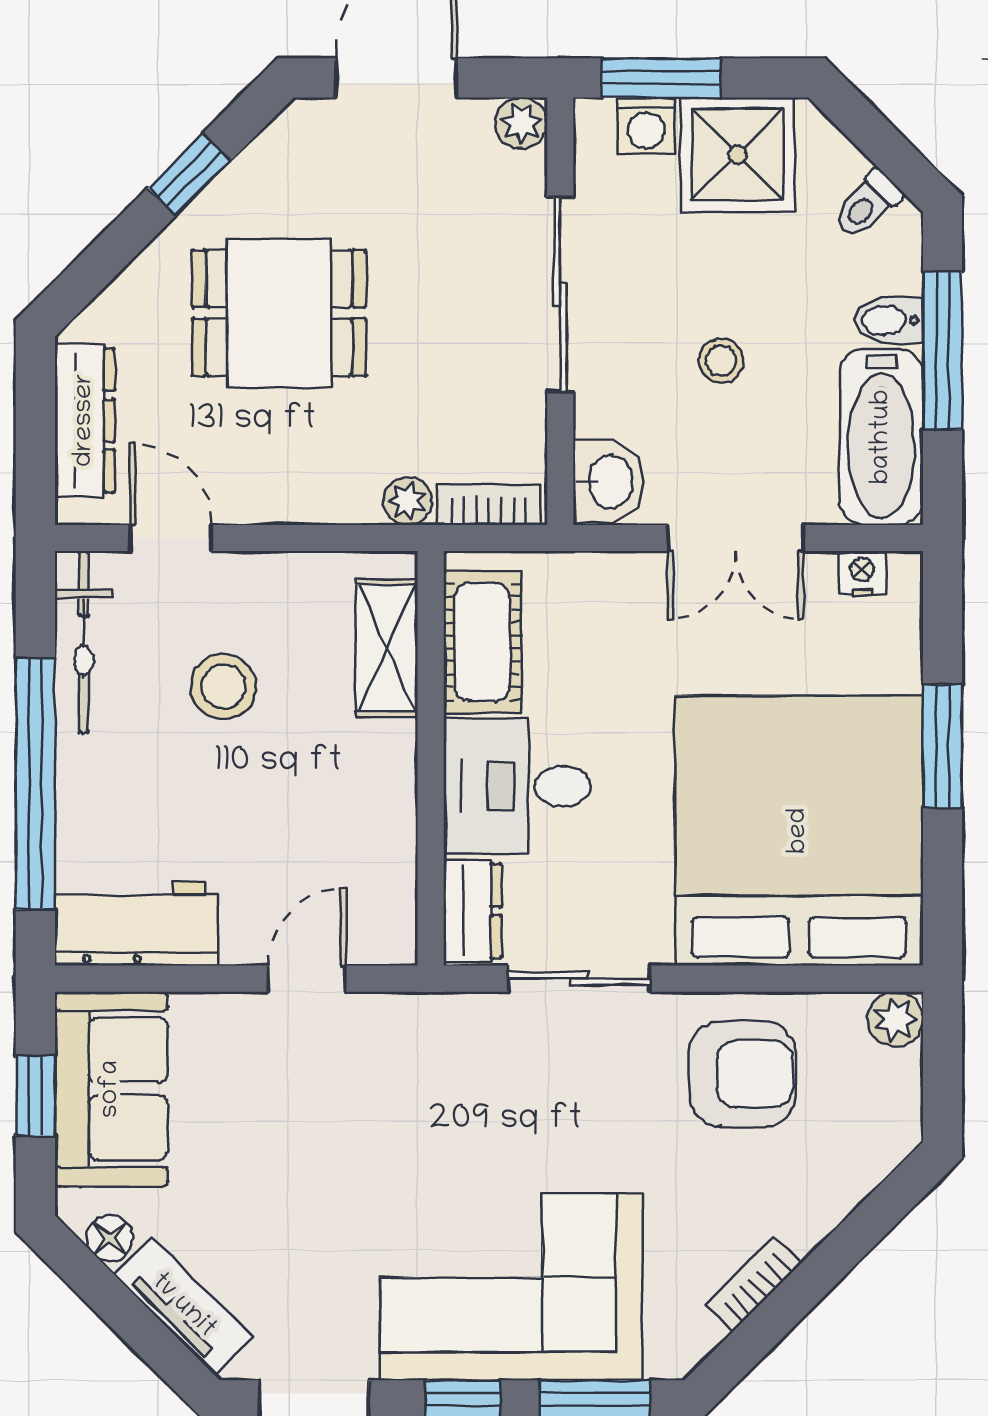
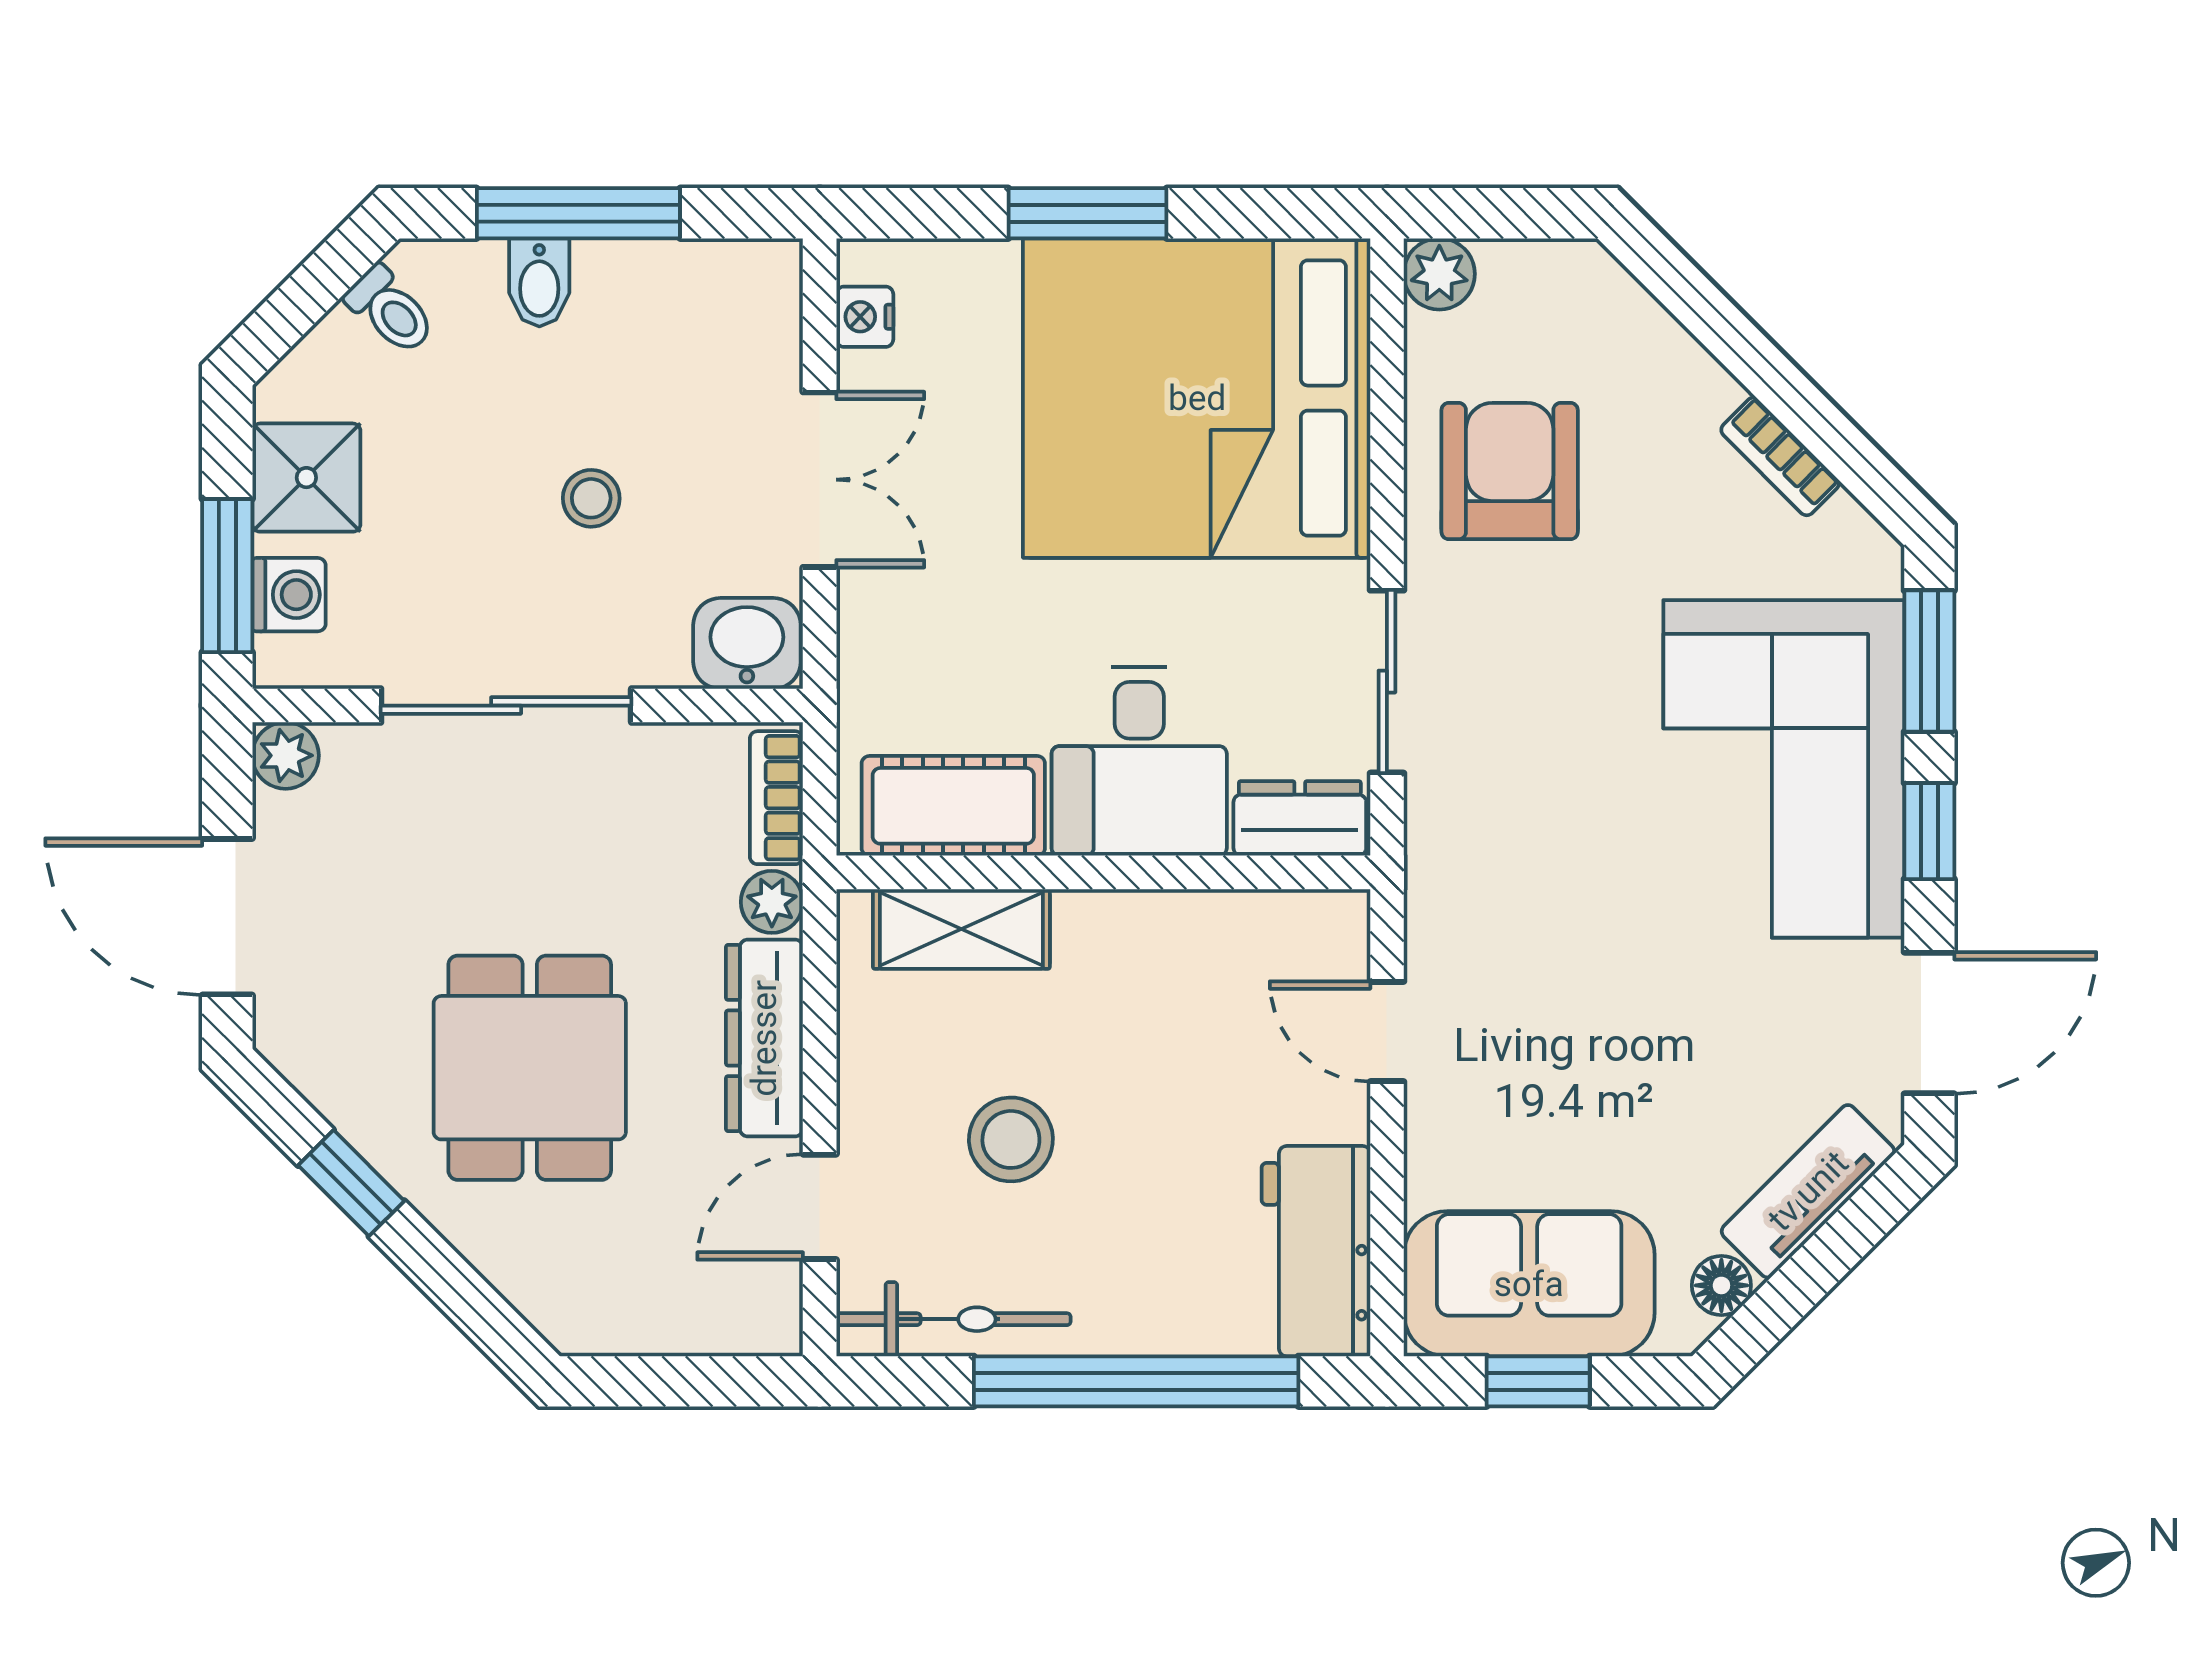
shower: (737, 155) -> (306, 478), width x0.73, depth x0.73
dresser: (85, 420) -> (764, 1038), moved, turned -90
bathtub: (882, 437) -> (689, 292), removed

